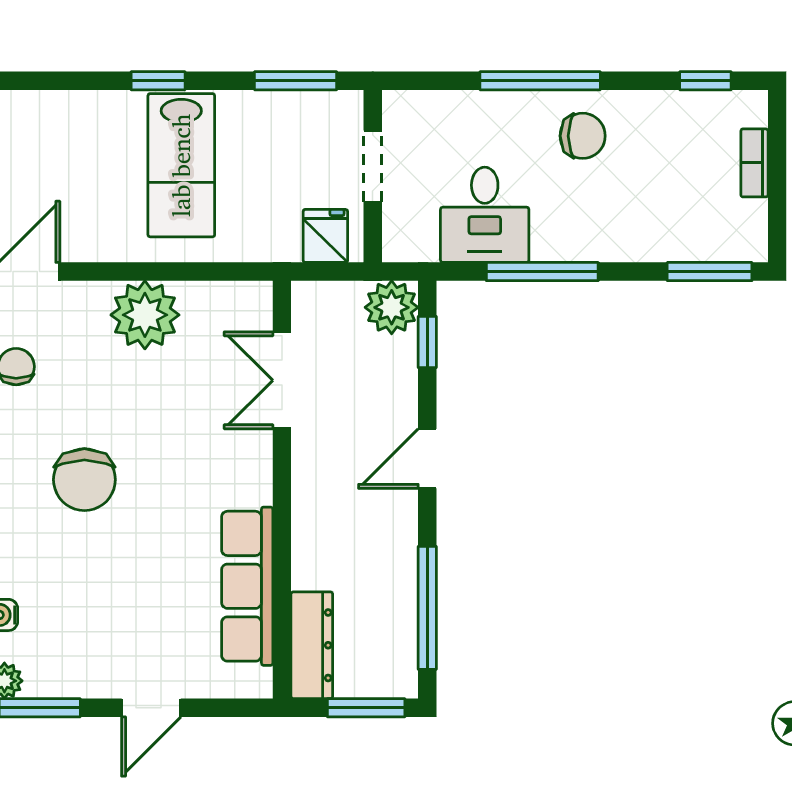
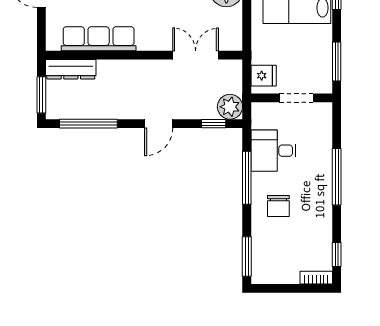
chair: (583, 136) -> (278, 206), moved
bookcase: (754, 163) -> (316, 278), moved
door: (427, 459) -> (159, 124), swing flipped

